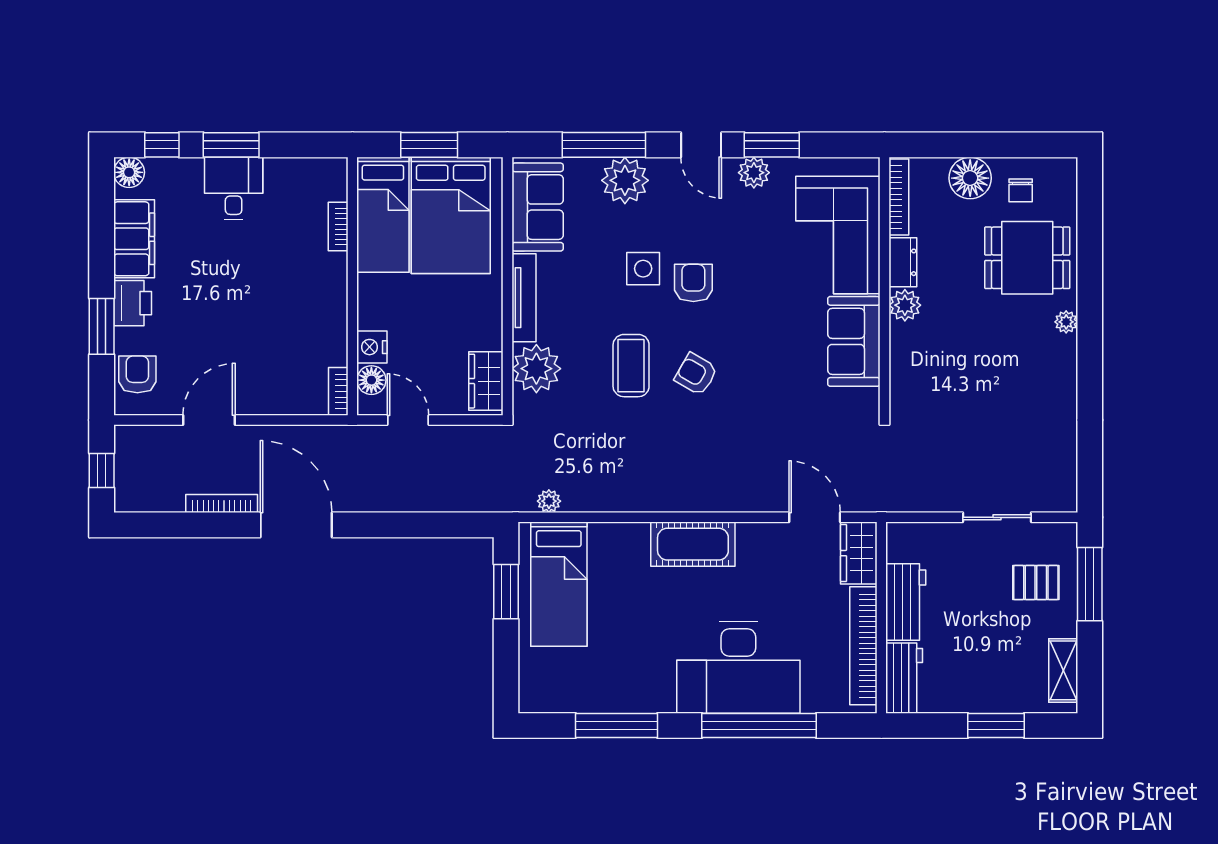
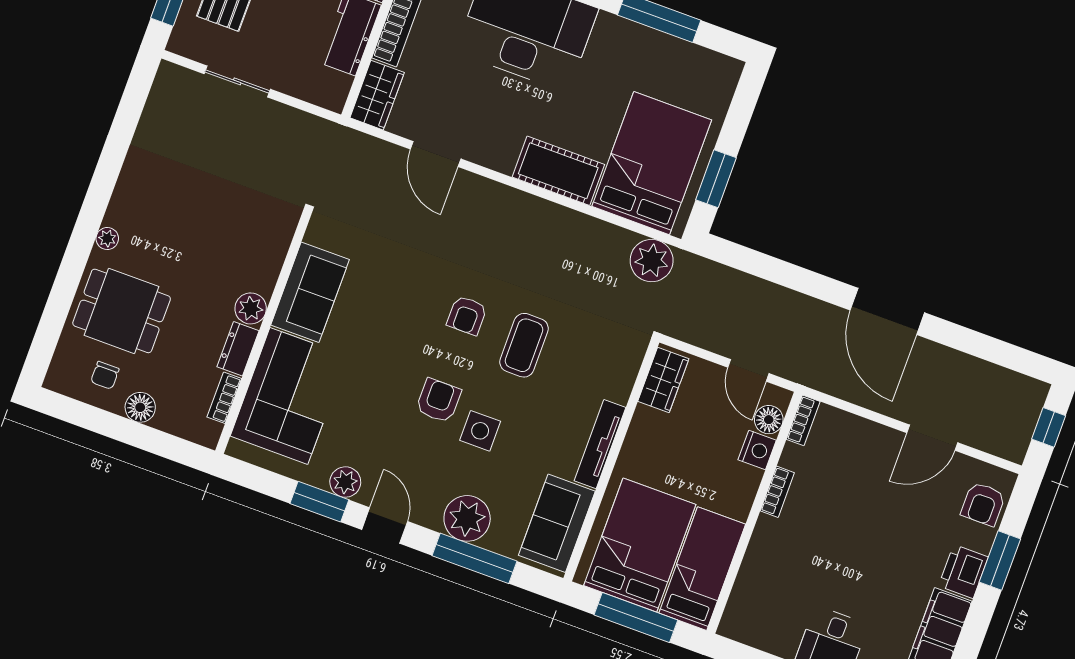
window: (429, 145) -> (636, 617), width x1.44
floor lamp: (970, 178) -> (140, 407), width x0.73, depth x0.73
chair: (1021, 190) -> (105, 375), turned 180
bookcase: (899, 197) -> (224, 398), width x0.64
bookcase: (338, 227) -> (777, 492), moved
armchair: (693, 283) -> (438, 401), turned 180
plant: (536, 369) -> (613, 375), removed
armchair: (696, 374) -> (467, 315), turned 60
plant: (549, 501) -> (652, 261), width x1.88, depth x1.88
bookcase: (222, 504) -> (949, 356), removed
door: (815, 517) -> (436, 154), moved
cot: (693, 544) -> (558, 171), moved
bed: (559, 584) -> (652, 163), width x1.50

